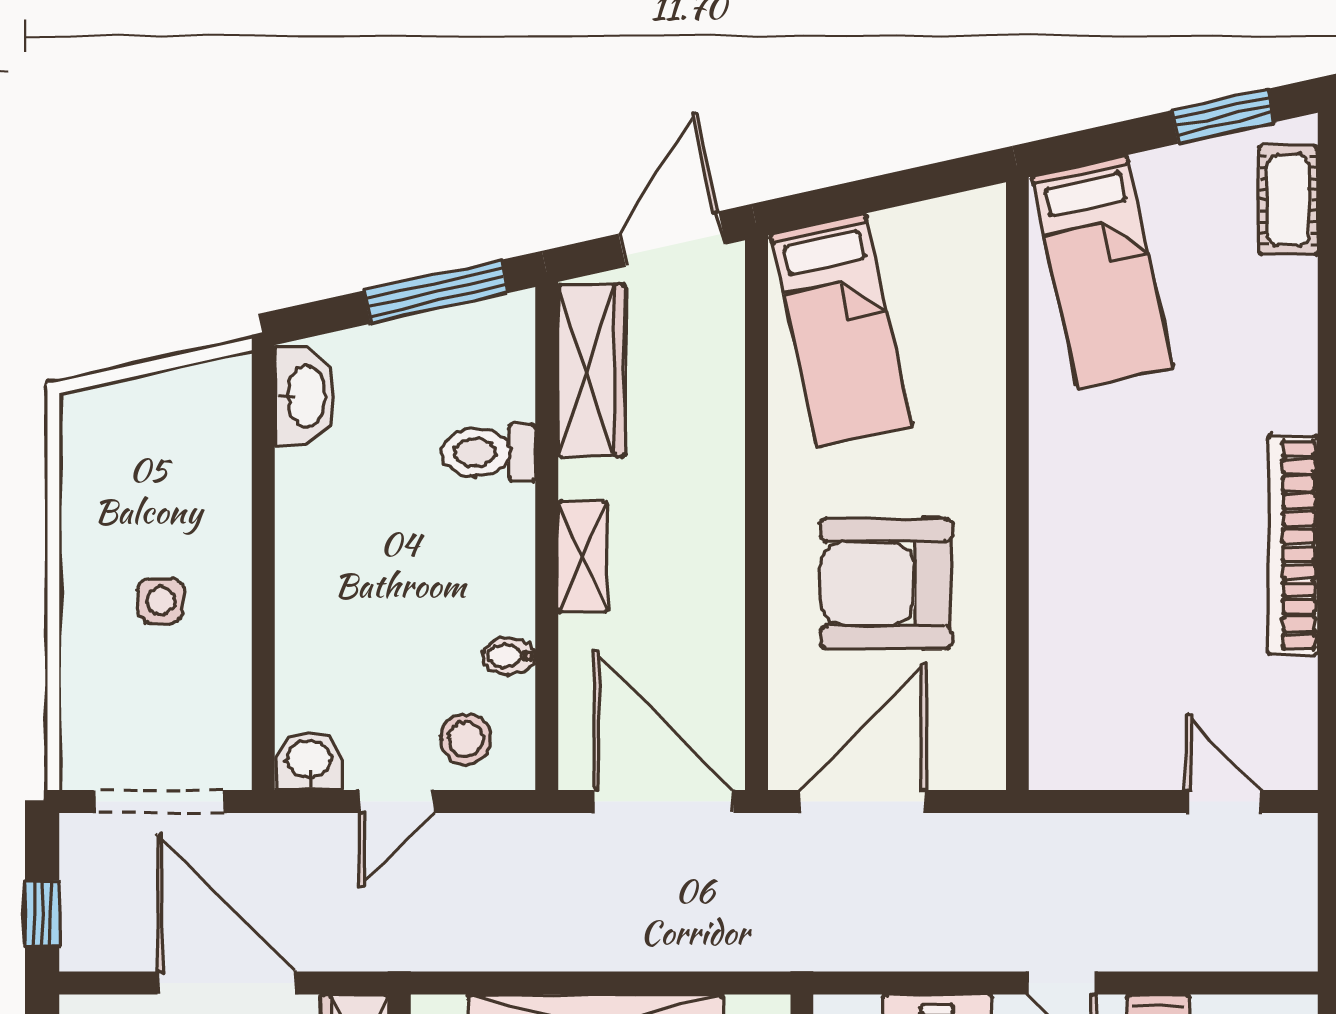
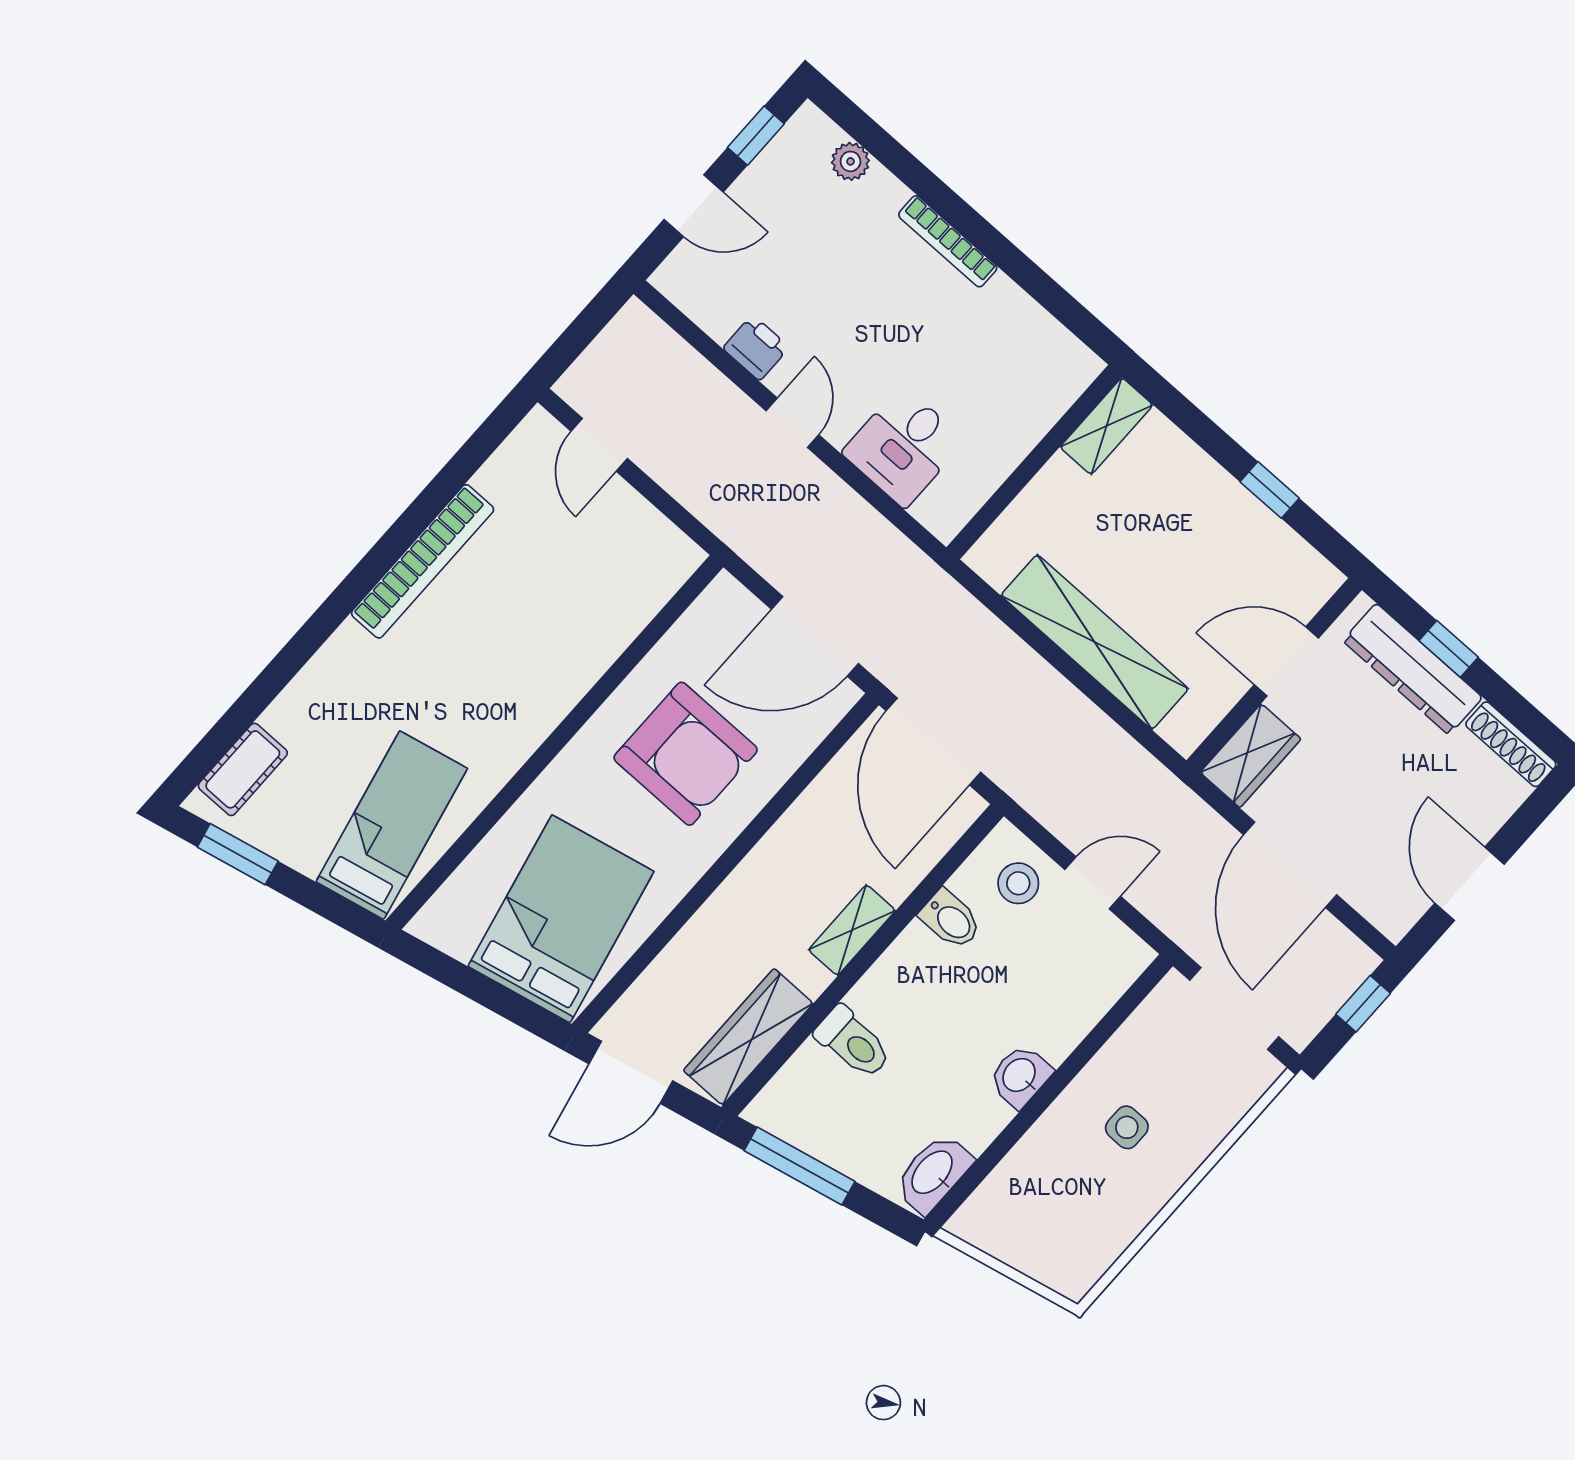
bed: (841, 330) -> (561, 919), width x1.50
bidet: (509, 656) -> (951, 920), width x1.38, depth x1.36
washbasin: (309, 761) -> (1020, 1076), moved, turned 90

